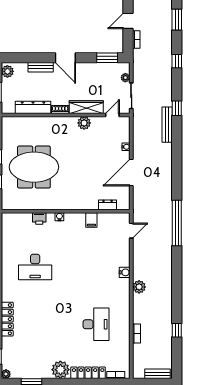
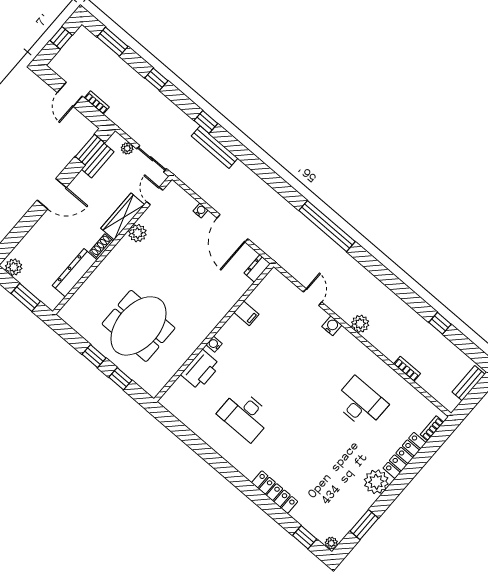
bench: (41, 67) -> (98, 161), moved
dresser: (108, 205) -> (257, 268), moved
printer: (39, 219) -> (201, 370), width x1.87, depth x1.48
door: (131, 231) -> (312, 297), moved
desk: (35, 267) -> (245, 415), turned 90

